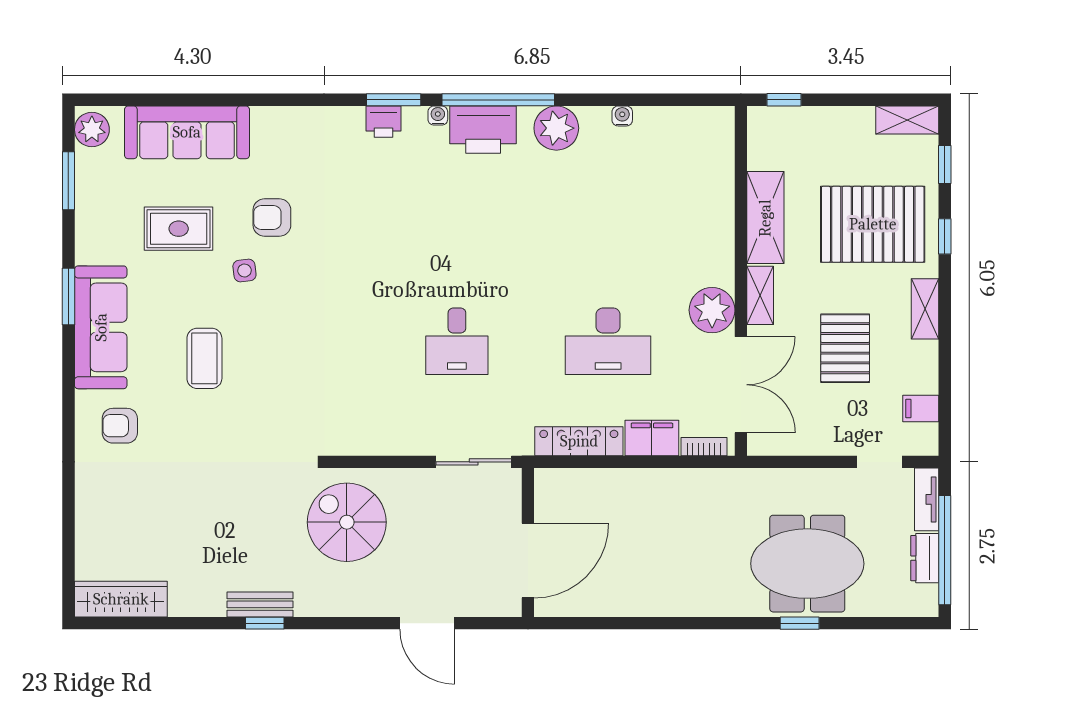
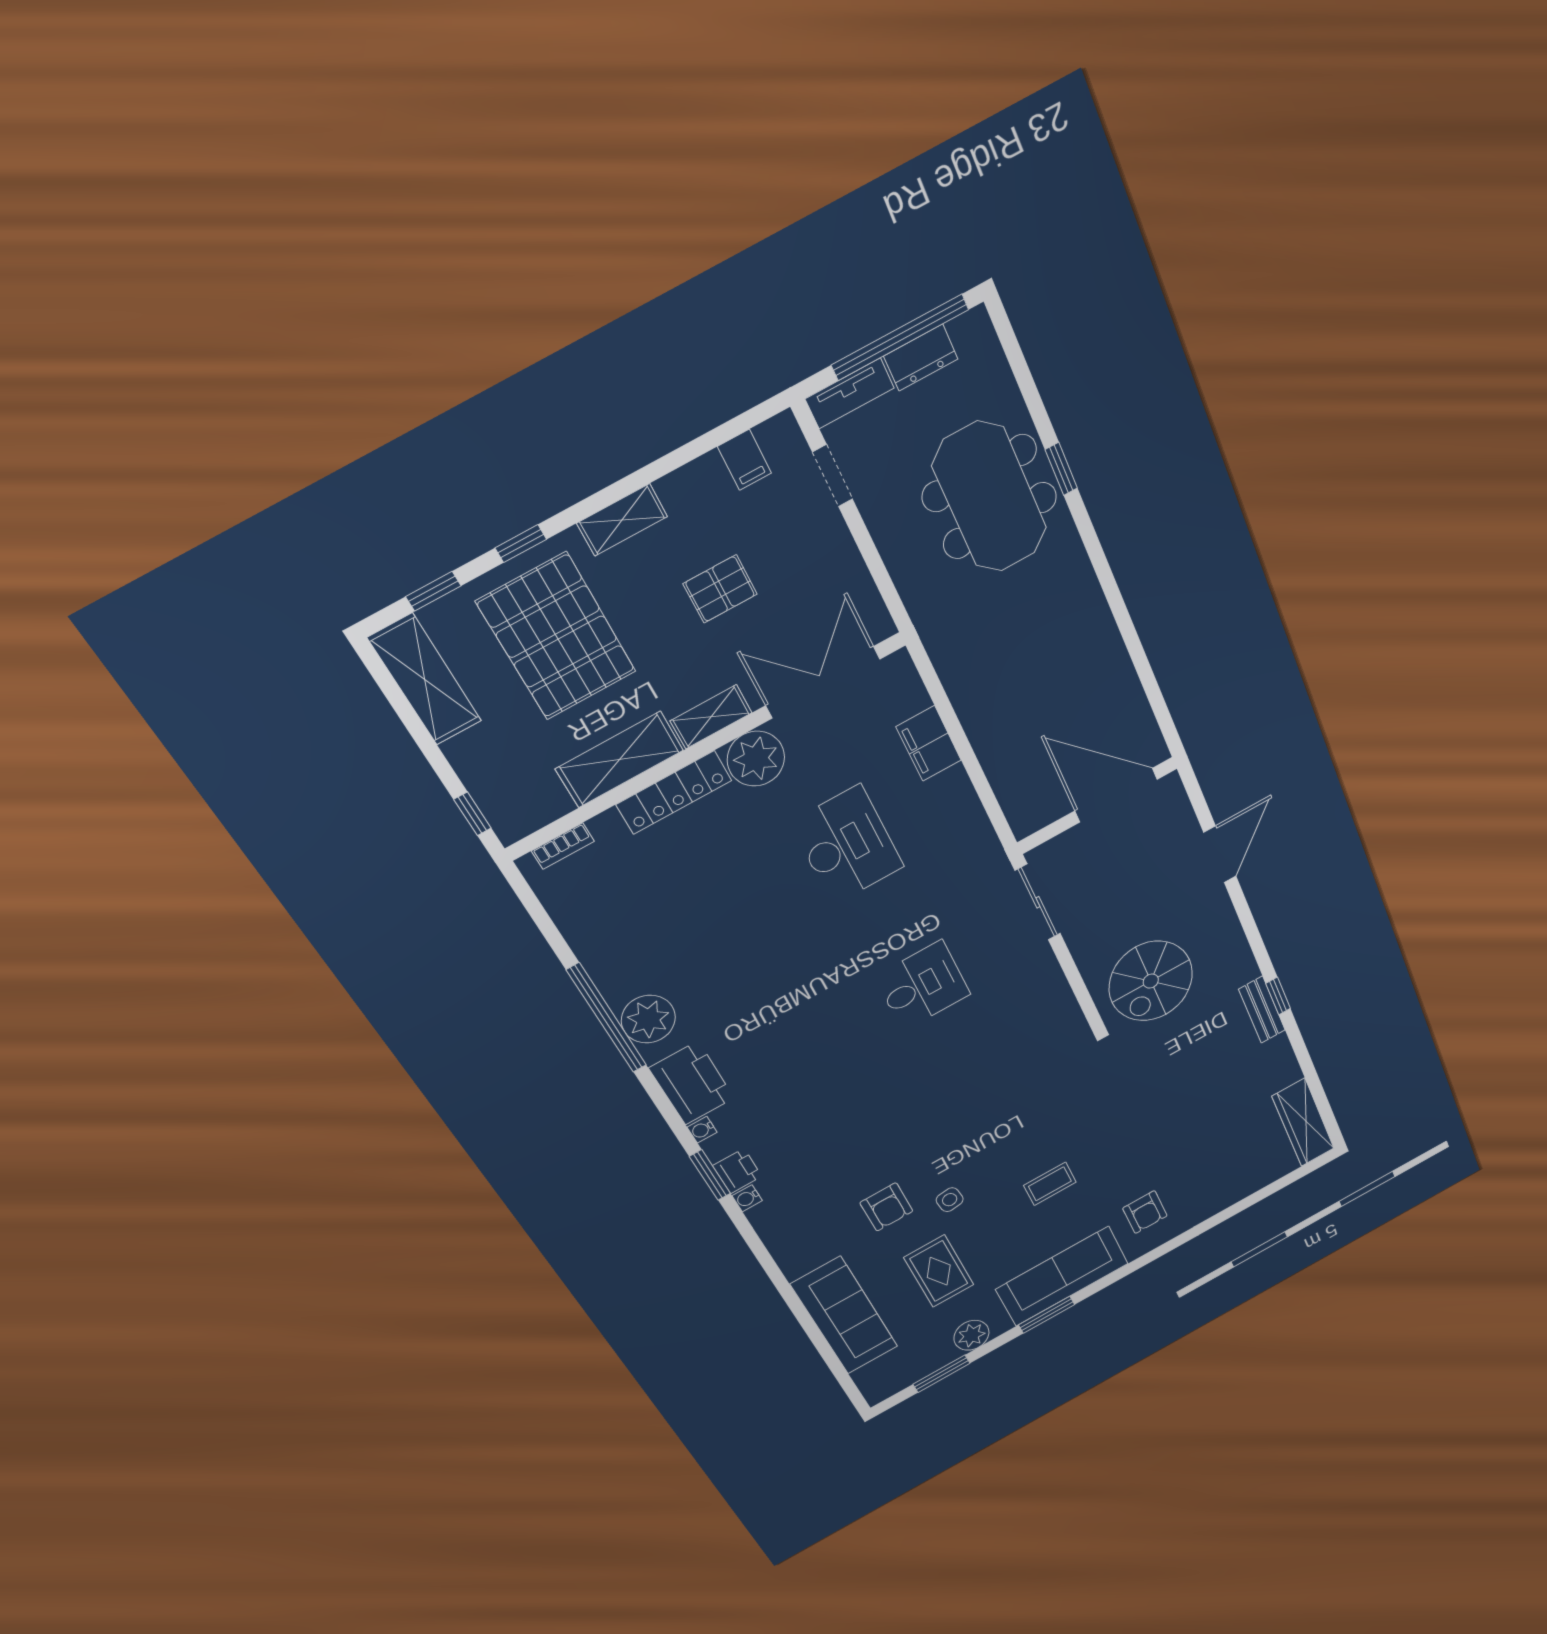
window: (498, 100) -> (607, 1018), moved
water cooler: (622, 116) -> (747, 1198), moved
shelving: (907, 120) -> (425, 680), width x1.50, depth x1.33
plant: (92, 130) -> (971, 1335), moved
pallet: (845, 348) -> (720, 589), width x0.67, depth x0.71
coffee table: (204, 358) -> (1050, 1184), width x0.73, depth x0.77
locker: (579, 441) -> (674, 793), moved, turned -90
bookcase: (704, 447) -> (563, 846), moved, turned -90

